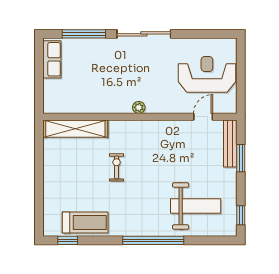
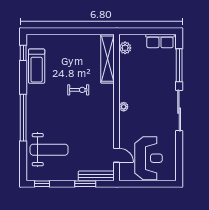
plant: (61, 105) -> (125, 48), added
weight bench: (196, 206) -> (49, 150), turned -90

